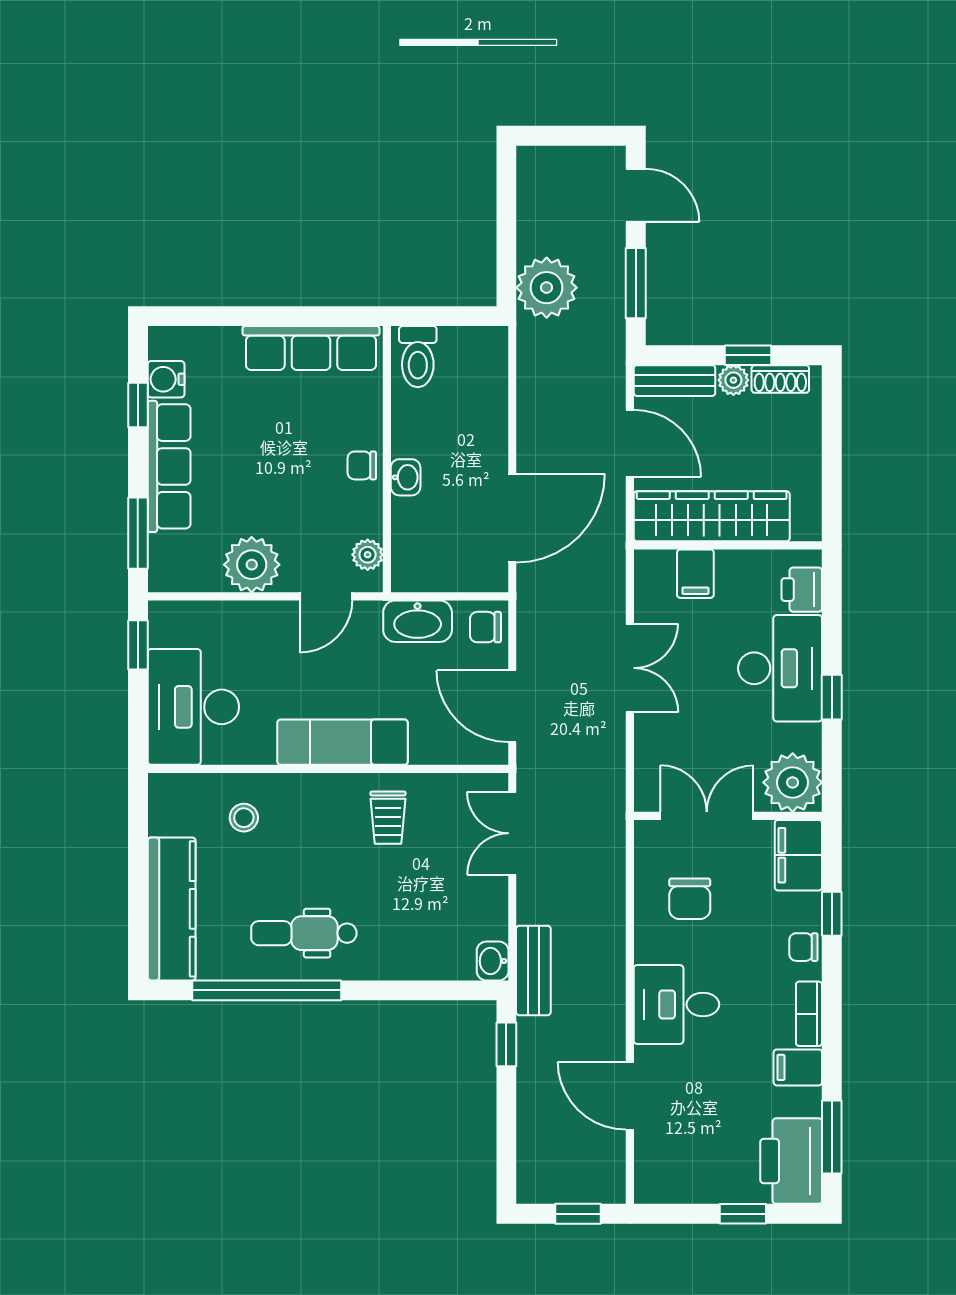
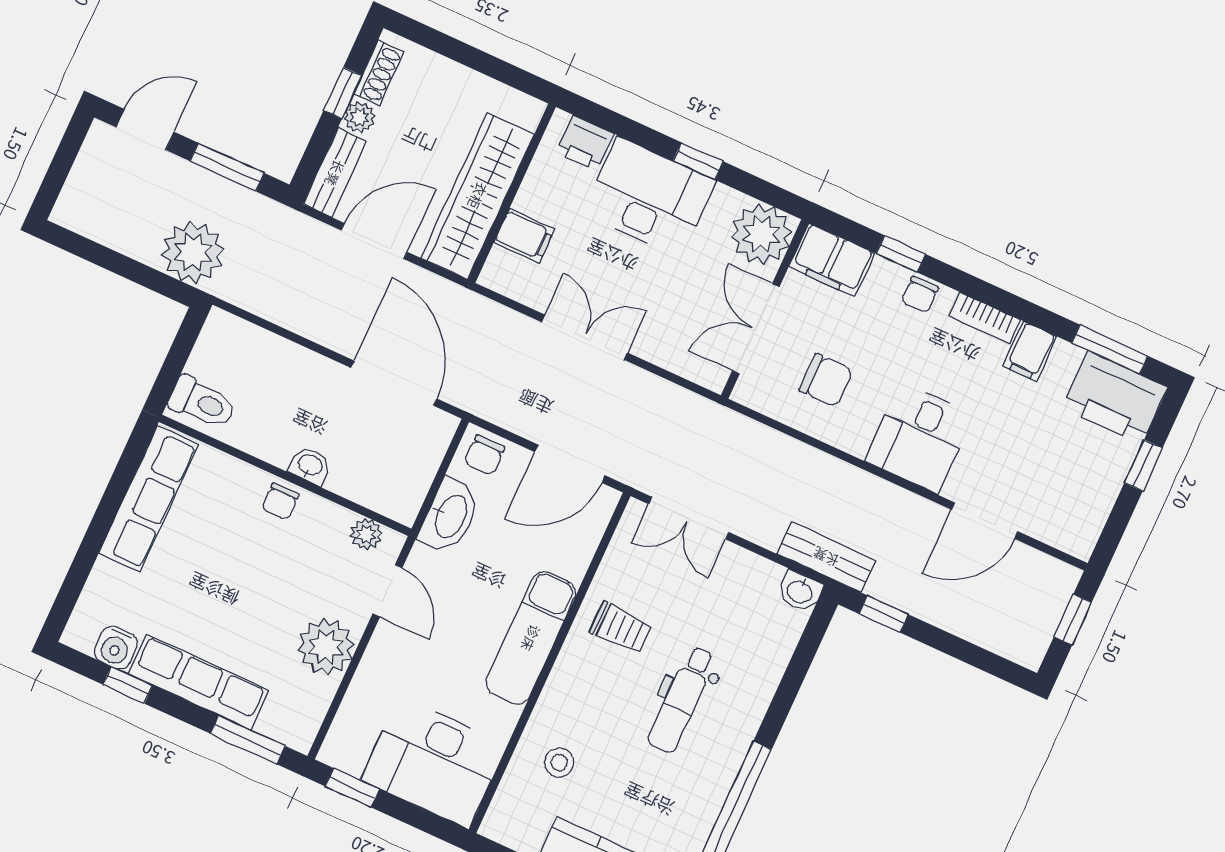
dental chair: (304, 933) -> (682, 700), moved

